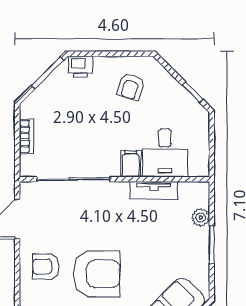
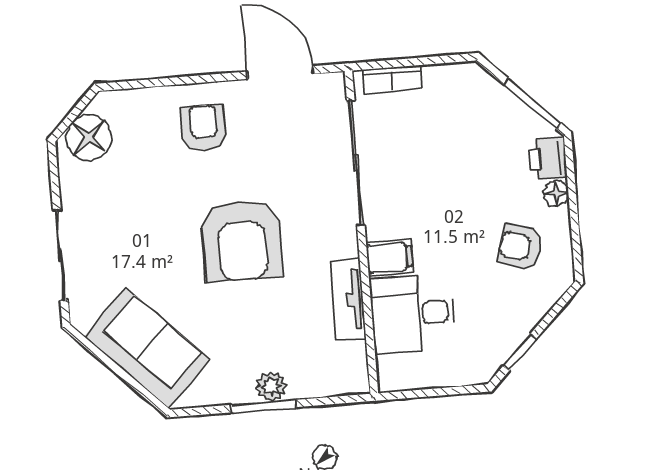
floor lamp: (101, 63) -> (556, 194), added
bookcase: (26, 136) -> (392, 79), moved
plant: (201, 218) -> (271, 387), moved
armchair: (97, 274) -> (242, 240), moved

